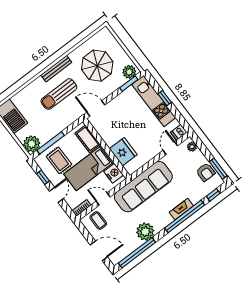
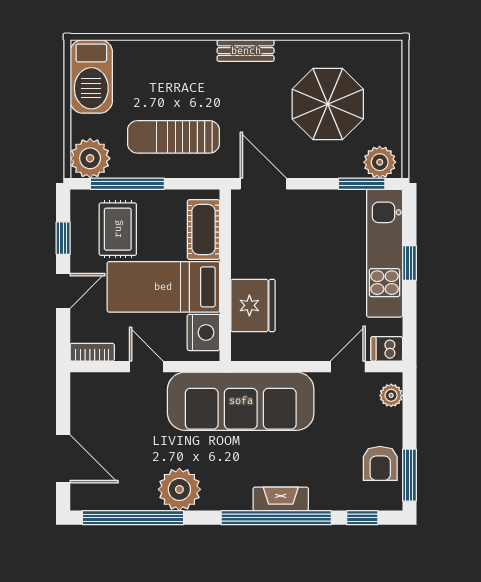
bench: (56, 69) -> (246, 51), width x0.73
sun lounger: (59, 94) -> (173, 137), moved
coffee table: (98, 220) -> (106, 400), removed

